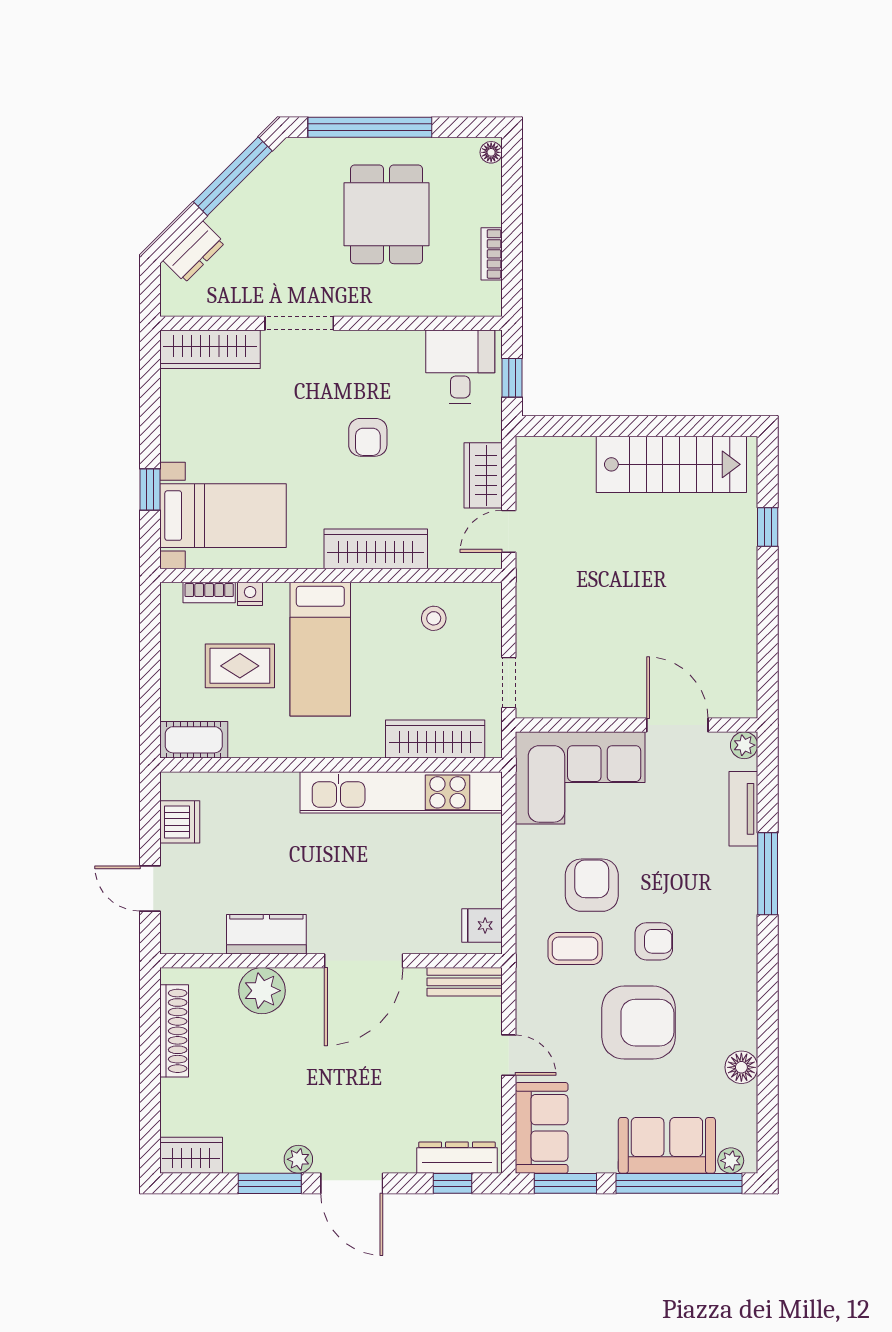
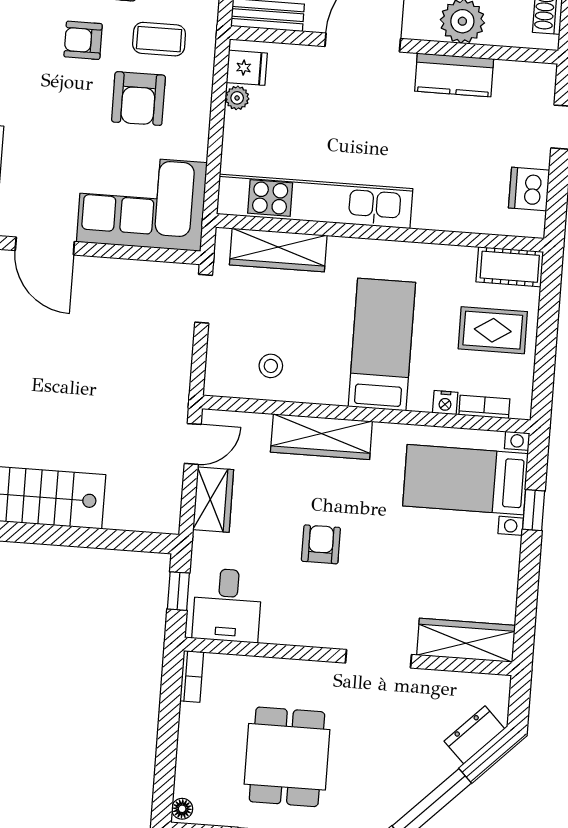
bookcase: (492, 254) -> (192, 676), moved
rug: (240, 666) -> (493, 330), moved
plant: (490, 894) -> (237, 98), added

